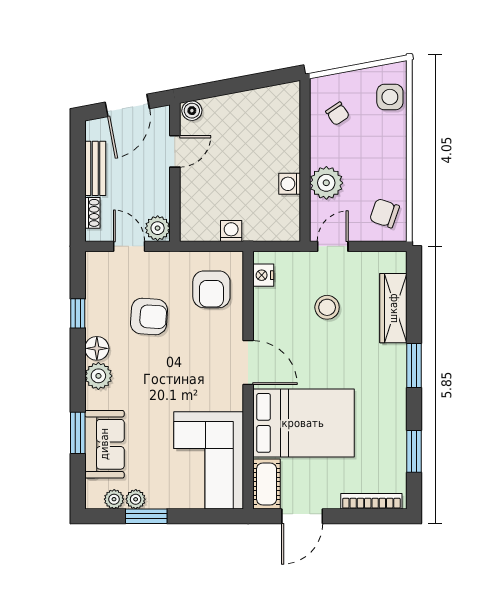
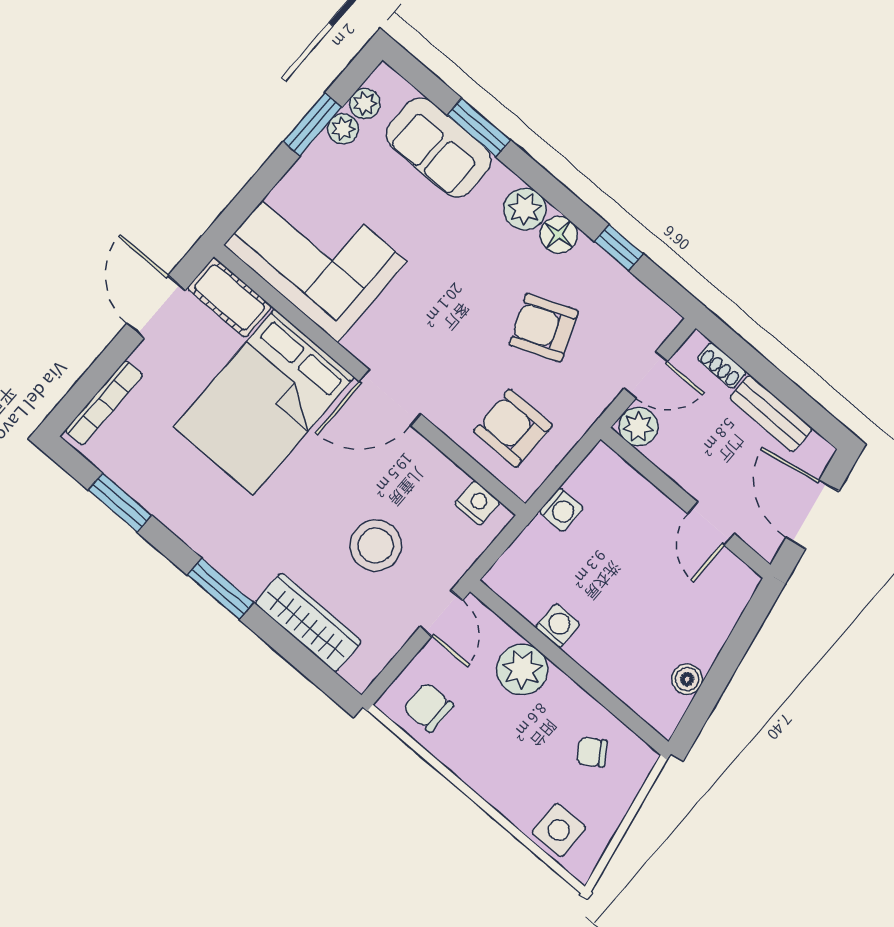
boiler: (192, 111) -> (687, 679), moved
chair: (384, 213) -> (428, 707), turned -109
stool: (327, 307) -> (376, 546), width x1.38, depth x1.38
armchair: (149, 316) -> (544, 328), turned 64

